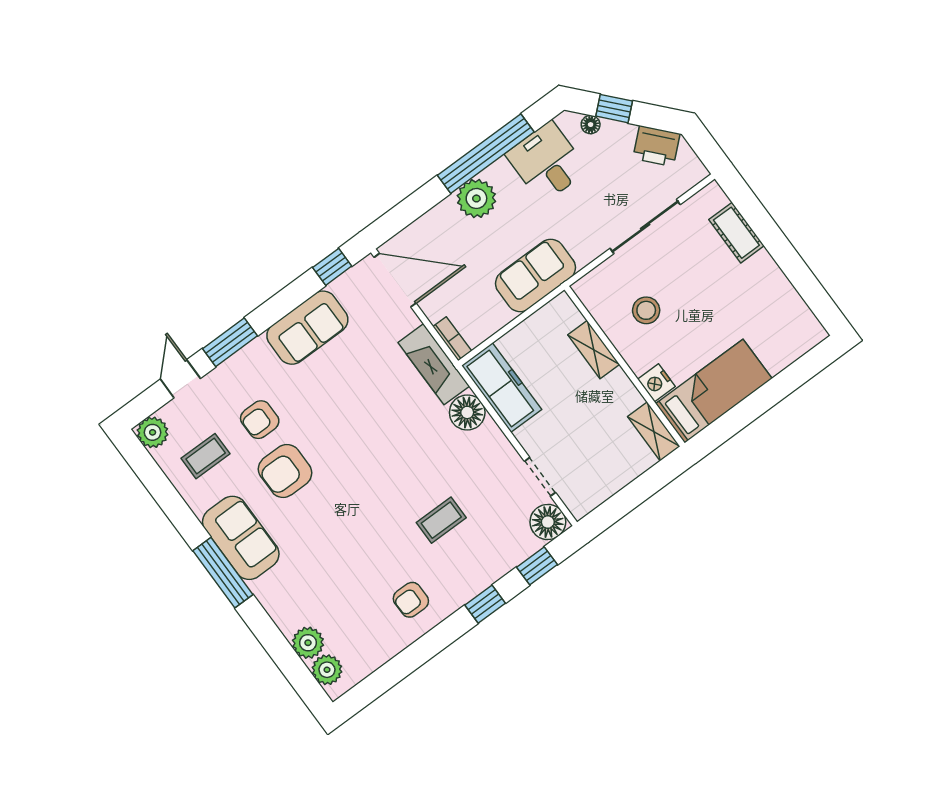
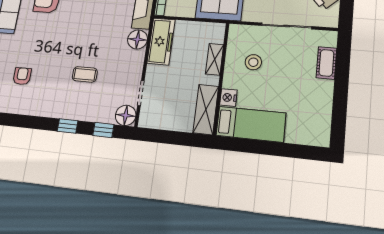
shelving: (654, 432) -> (206, 109), width x1.50, depth x1.33
armchair: (411, 600) -> (22, 76), moved, turned 90

